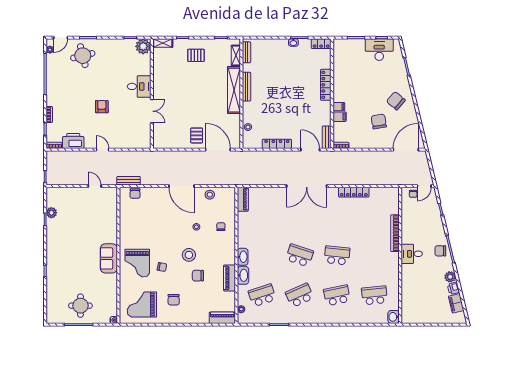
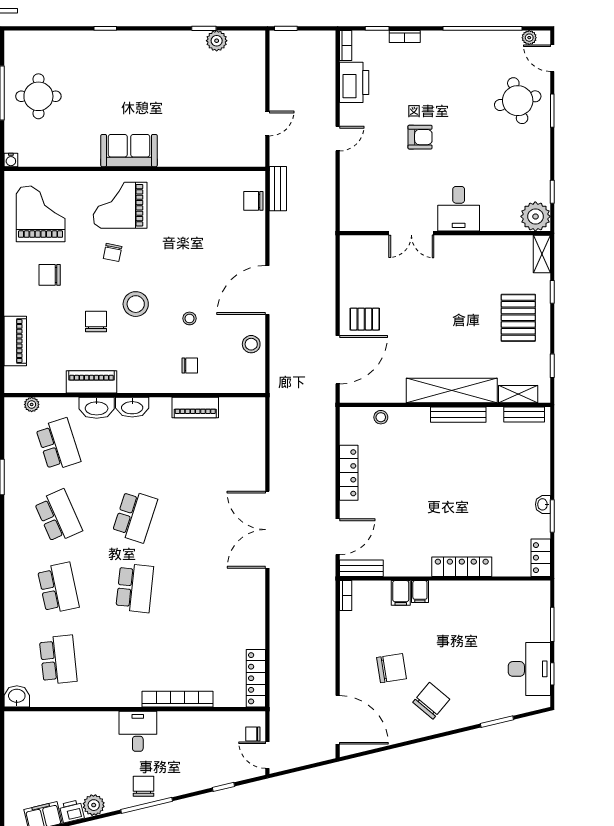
pallet: (196, 55) -> (518, 318), width x1.50, depth x1.42
locker: (354, 192) -> (256, 678), moved
piano: (243, 199) -> (195, 407), moved
piano: (222, 318) -> (15, 341), moved

